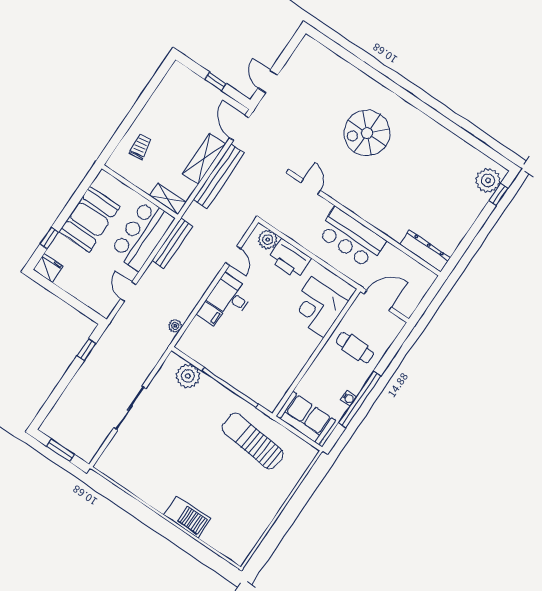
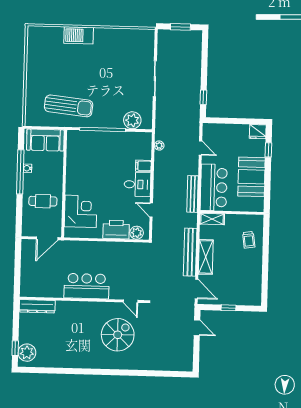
door: (311, 187) -> (131, 301), moved
wall: (365, 224) -> (83, 300), moved
bar counter: (351, 238) -> (87, 286), moved
dresser: (425, 251) -> (37, 306), moved

